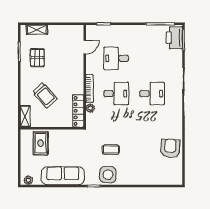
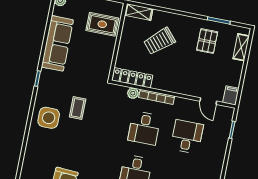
filing cabinet: (77, 30) -> (231, 95), added
pallet: (37, 58) -> (207, 41), turned 90
side table: (108, 175) -> (49, 118), moved

